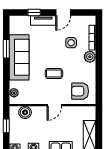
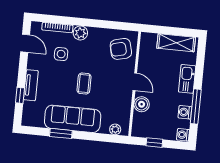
door: (63, 13) -> (25, 43), moved
coffee table: (54, 74) -> (84, 84), moved
armchair: (80, 91) -> (121, 49), turned 76
boiler: (25, 112) -> (142, 104), moved

